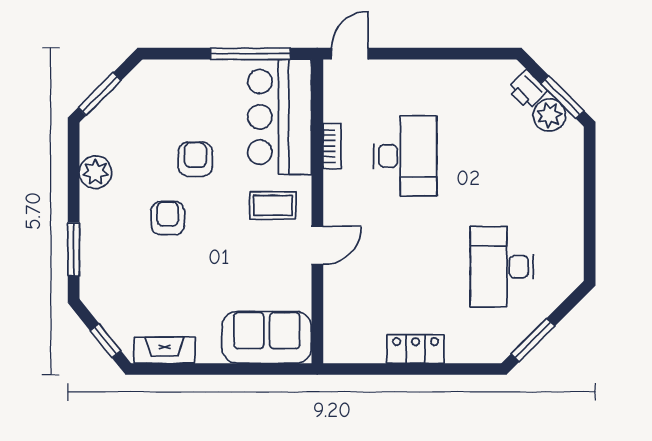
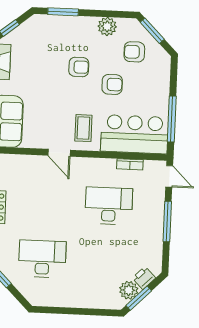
window: (428, 54) -> (167, 222), added
armchair: (137, 123) -> (134, 52), added
bookcase: (332, 146) -> (130, 164), moved
desk: (405, 156) -> (109, 206), turned 180

